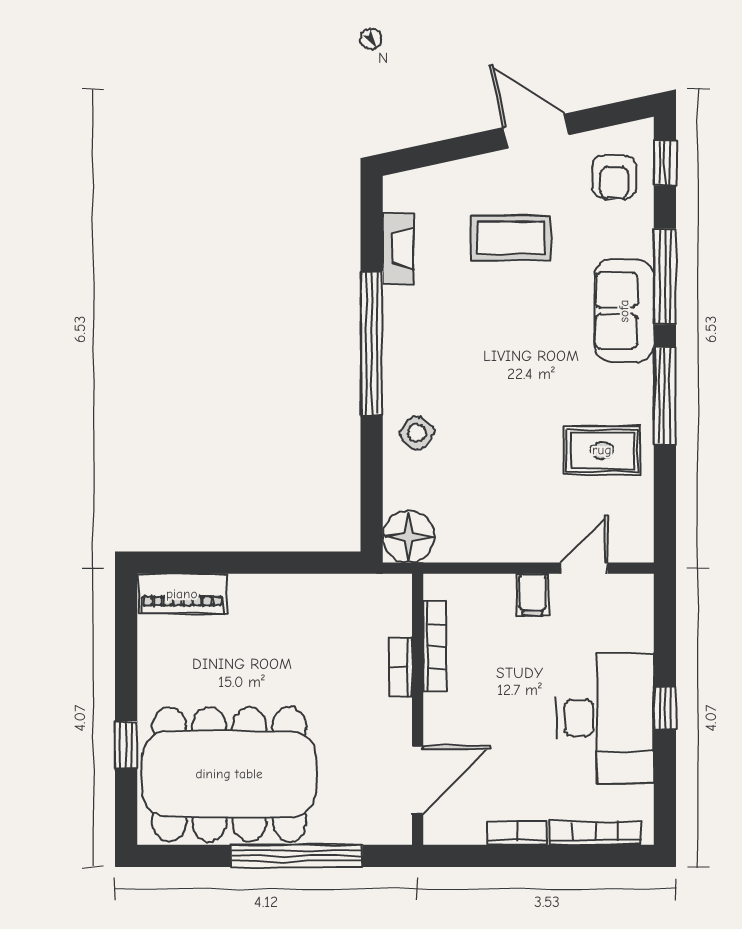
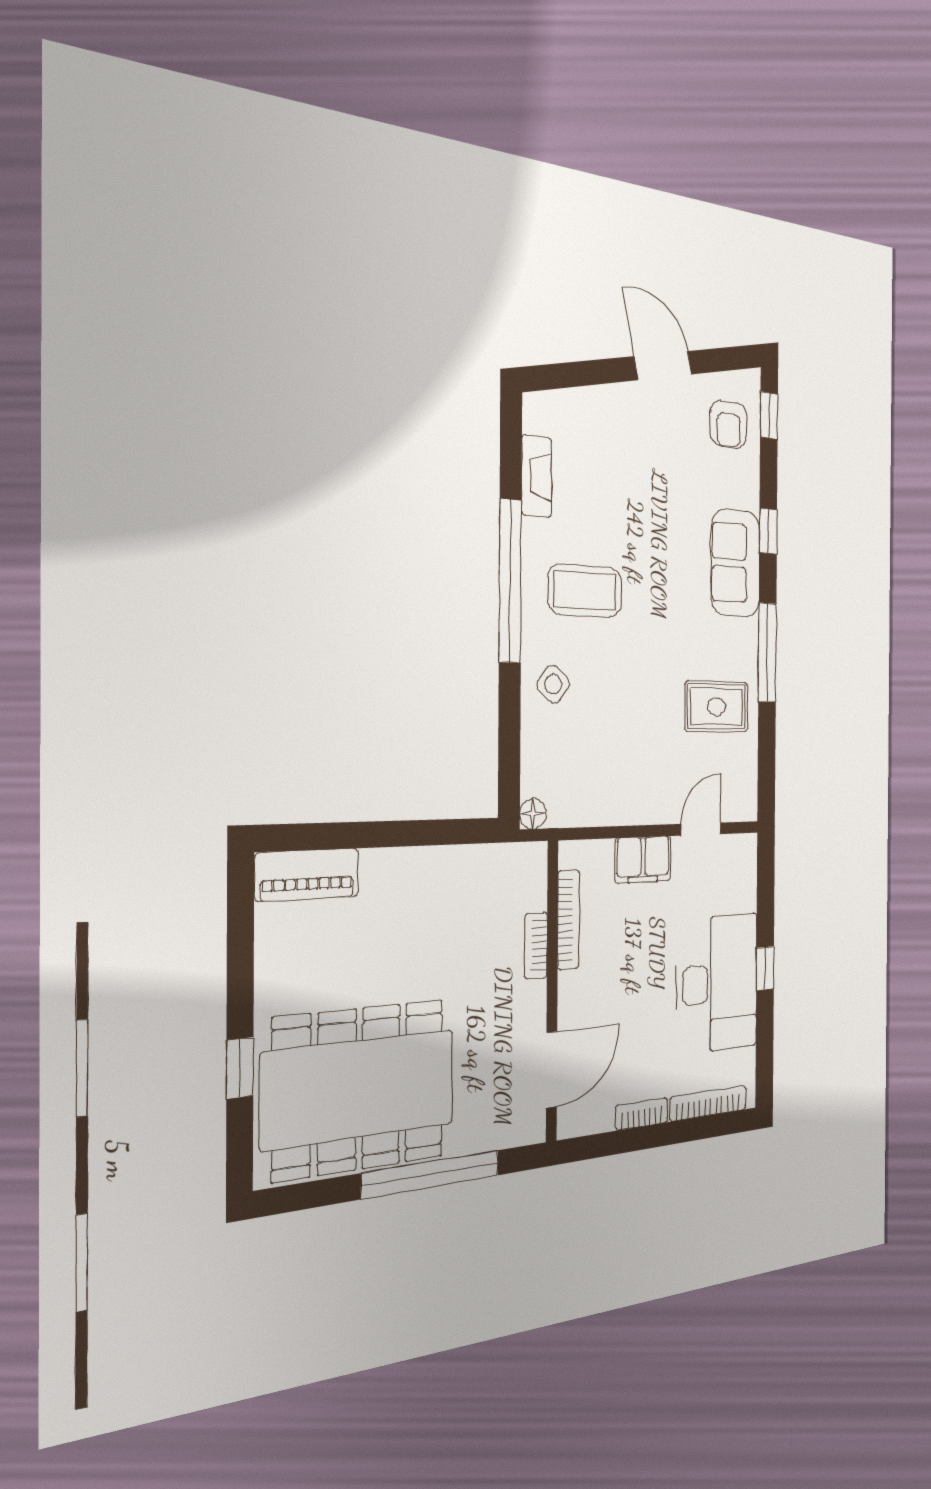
coffee table: (511, 238) -> (585, 591), moved
window: (665, 277) -> (768, 531), width x0.46
floor lamp: (409, 537) -> (533, 814), width x0.53, depth x0.53
filing cabinet: (532, 595) -> (643, 860), width x2.00

